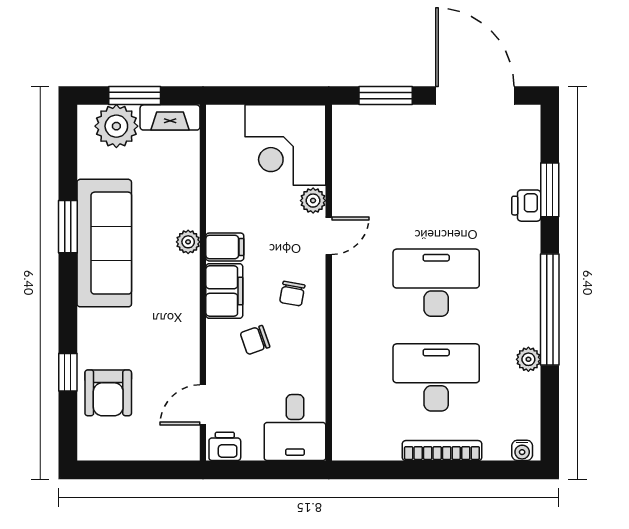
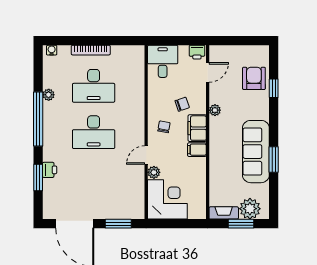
plant: (188, 242) -> (215, 110), moved

